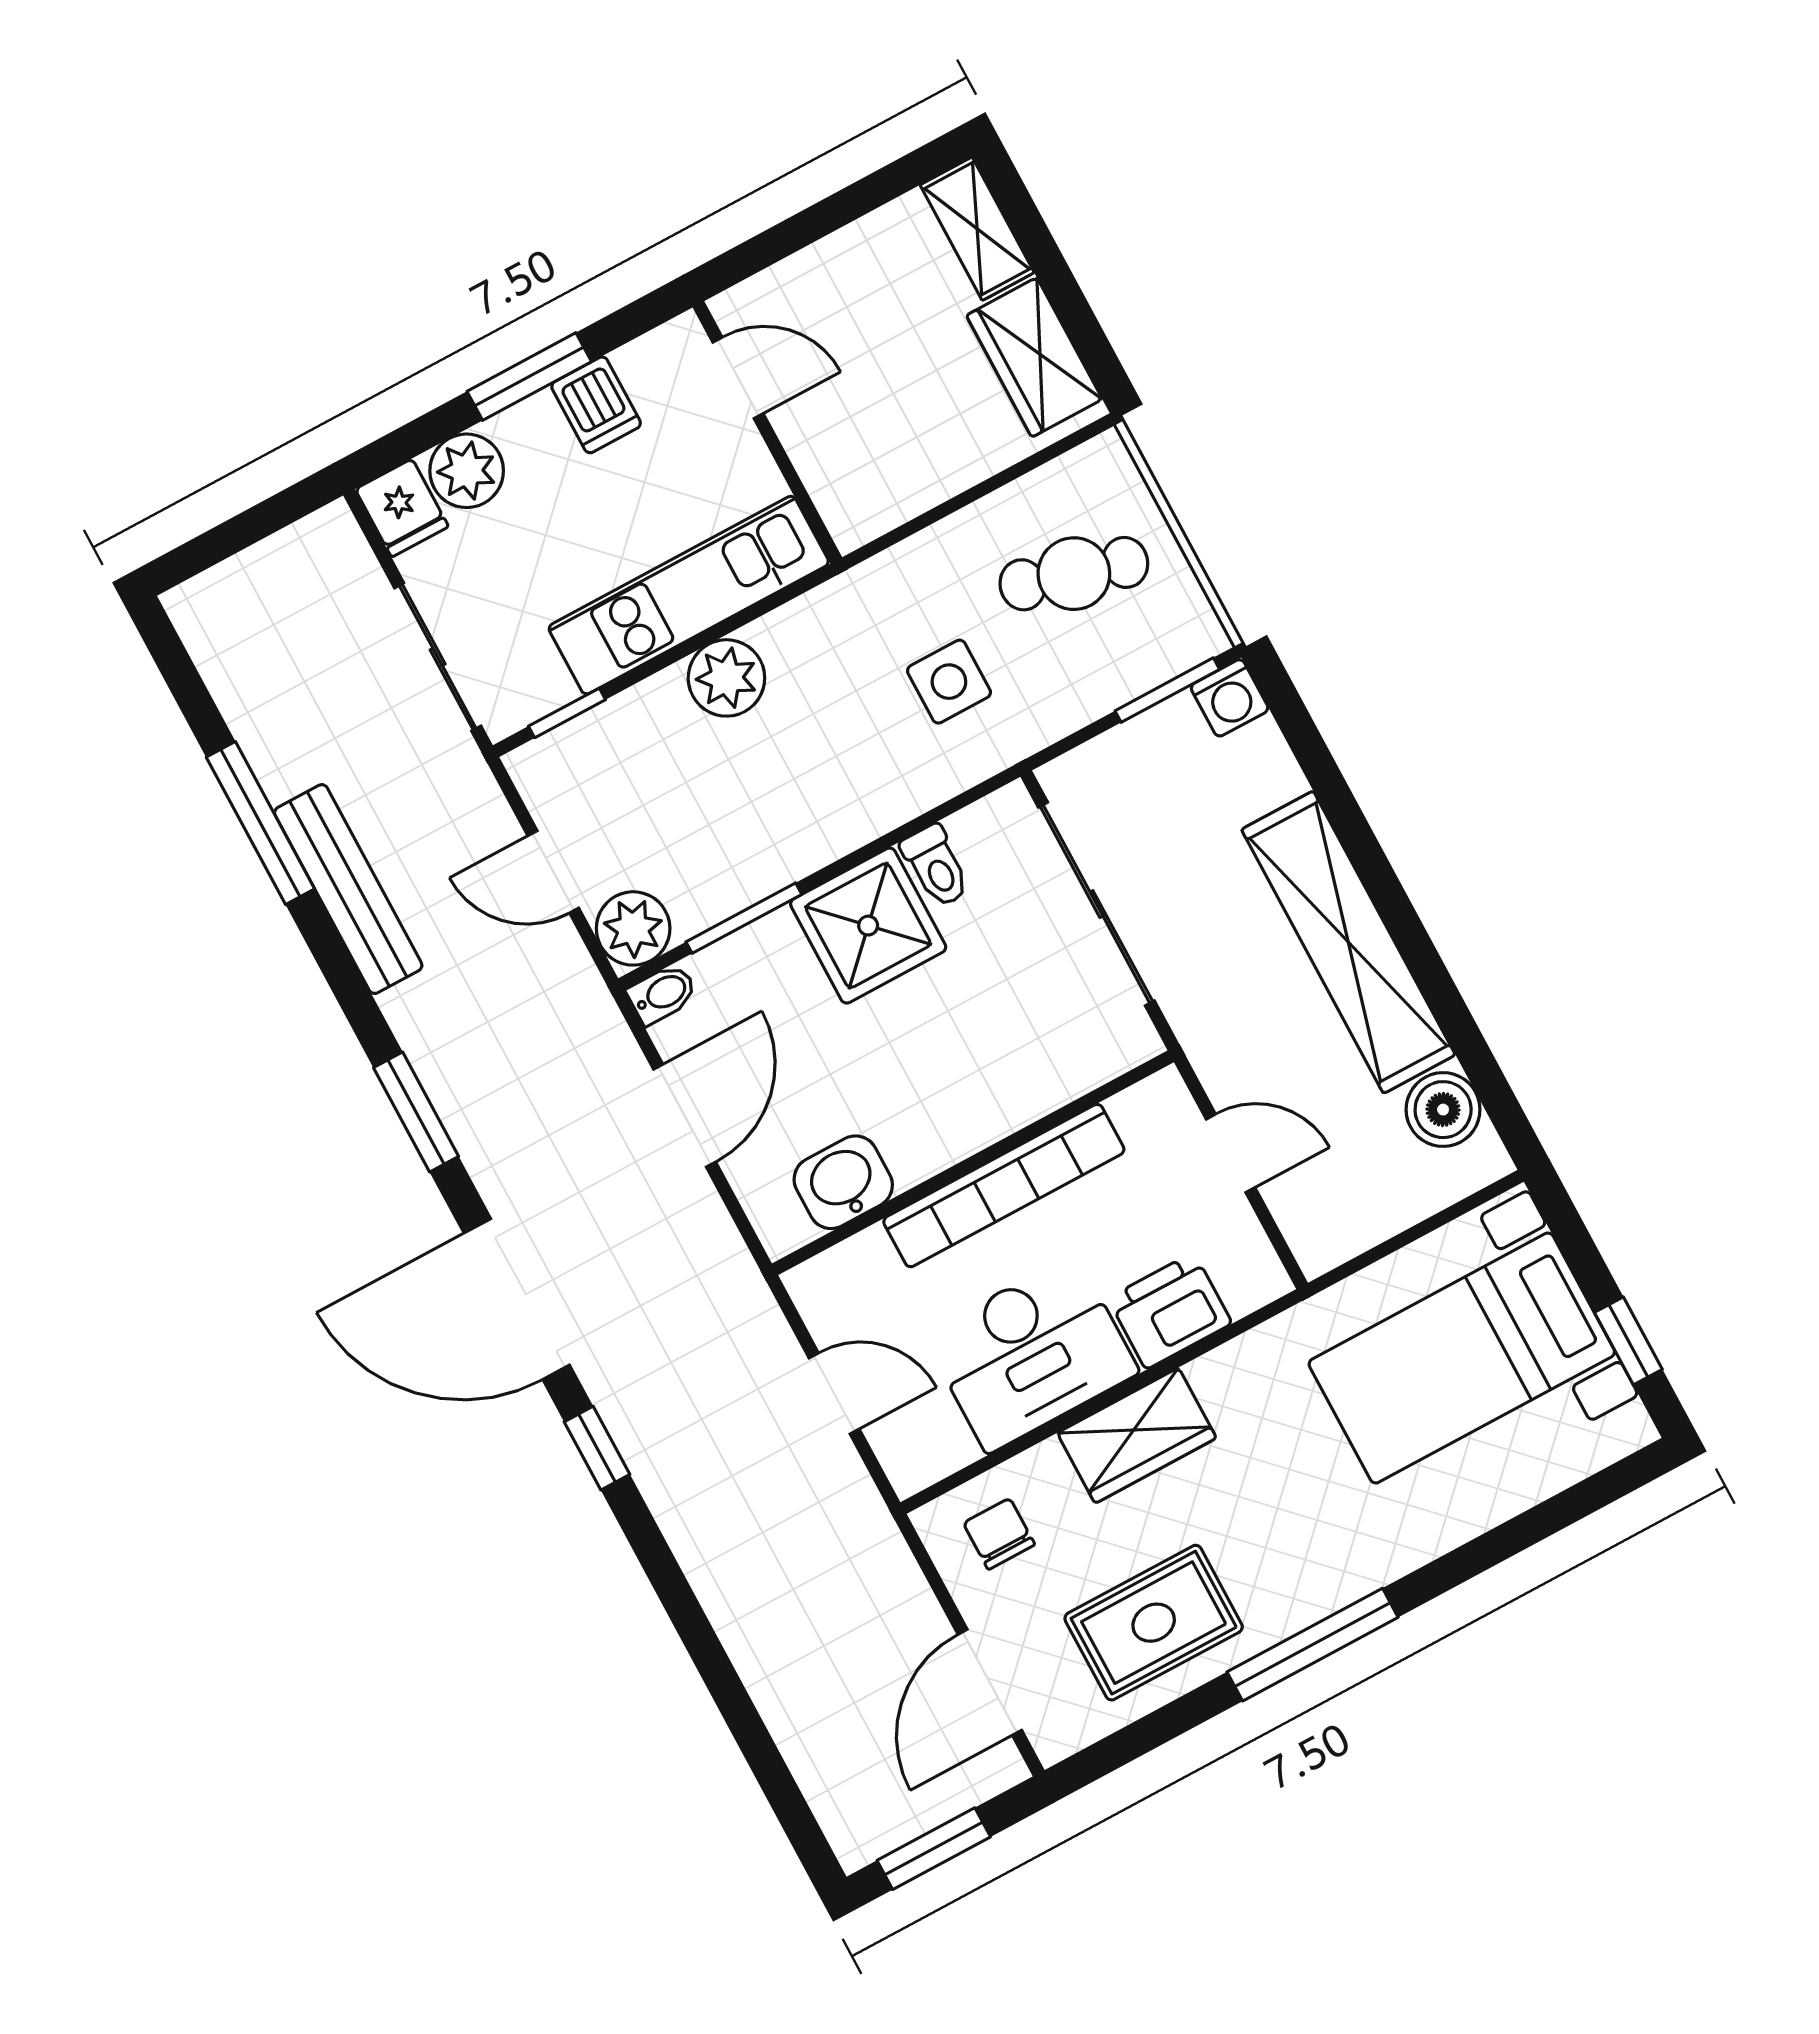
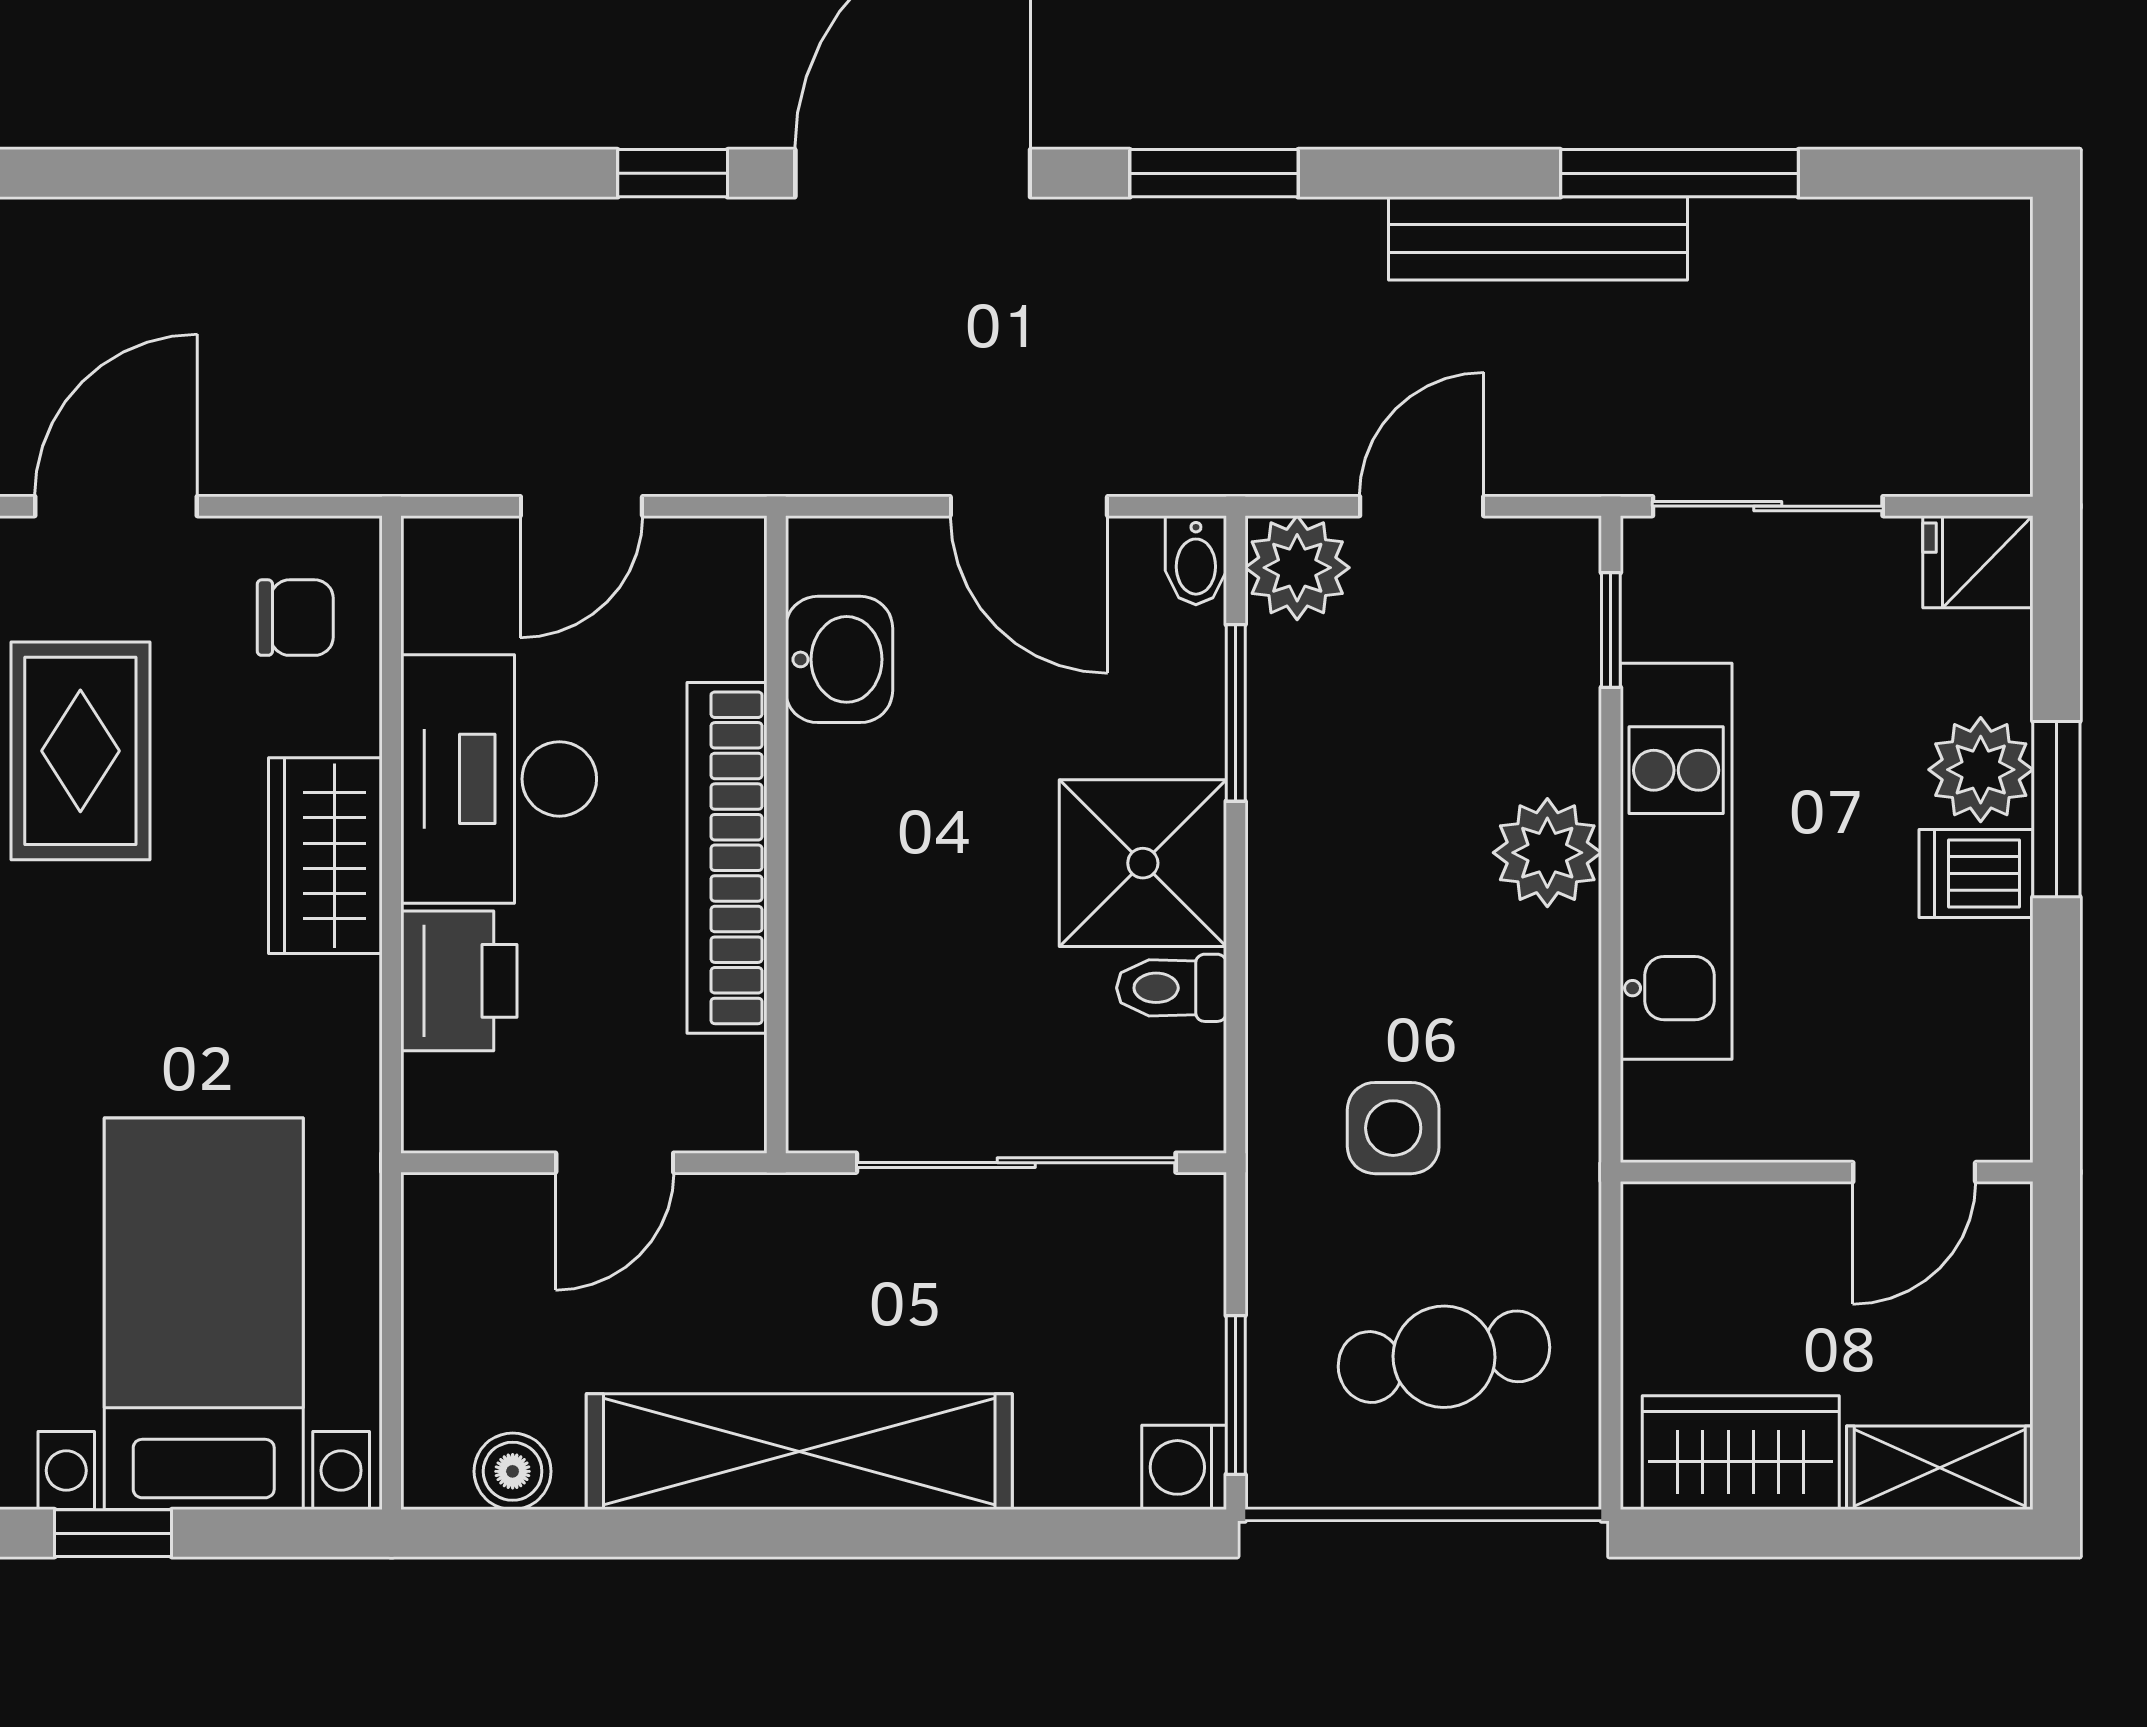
door: (738, 378) -> (1914, 1172), moved
wall: (767, 432) -> (1827, 1172), moved
plant: (467, 471) -> (1981, 770), moved
cafe table: (1074, 574) -> (1444, 1357), turned 66
boiler: (1443, 1110) -> (513, 1471), width x0.73, depth x0.73
door: (990, 1682) -> (116, 506), hinge flipped

